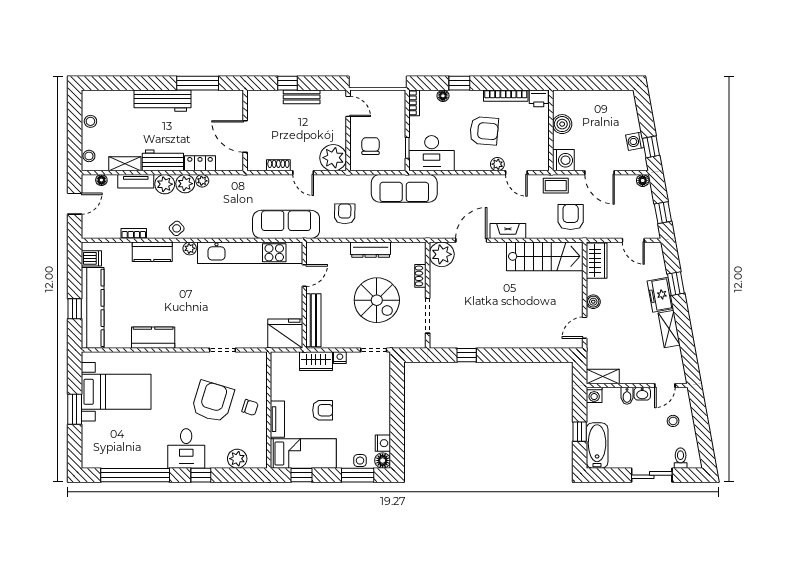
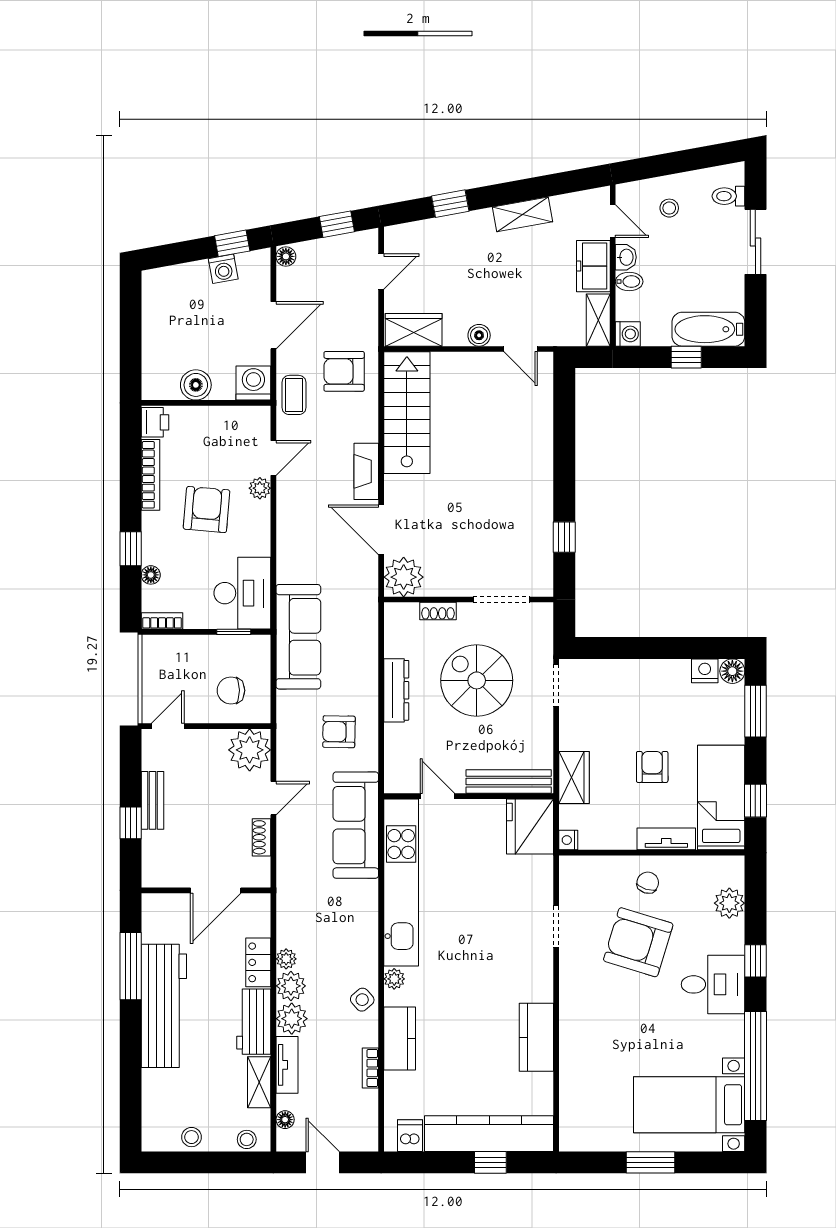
workbench: (162, 101) -> (164, 1006), width x1.36, depth x1.32
freezer: (660, 295) -> (593, 266), moved, turned 100
spiral stairs: (377, 300) -> (477, 680), turned -90
nightstand: (340, 358) -> (568, 840), moved
bed with nightstands: (116, 392) -> (689, 1105), moved, turned -90
side table: (360, 461) -> (732, 707), removed

